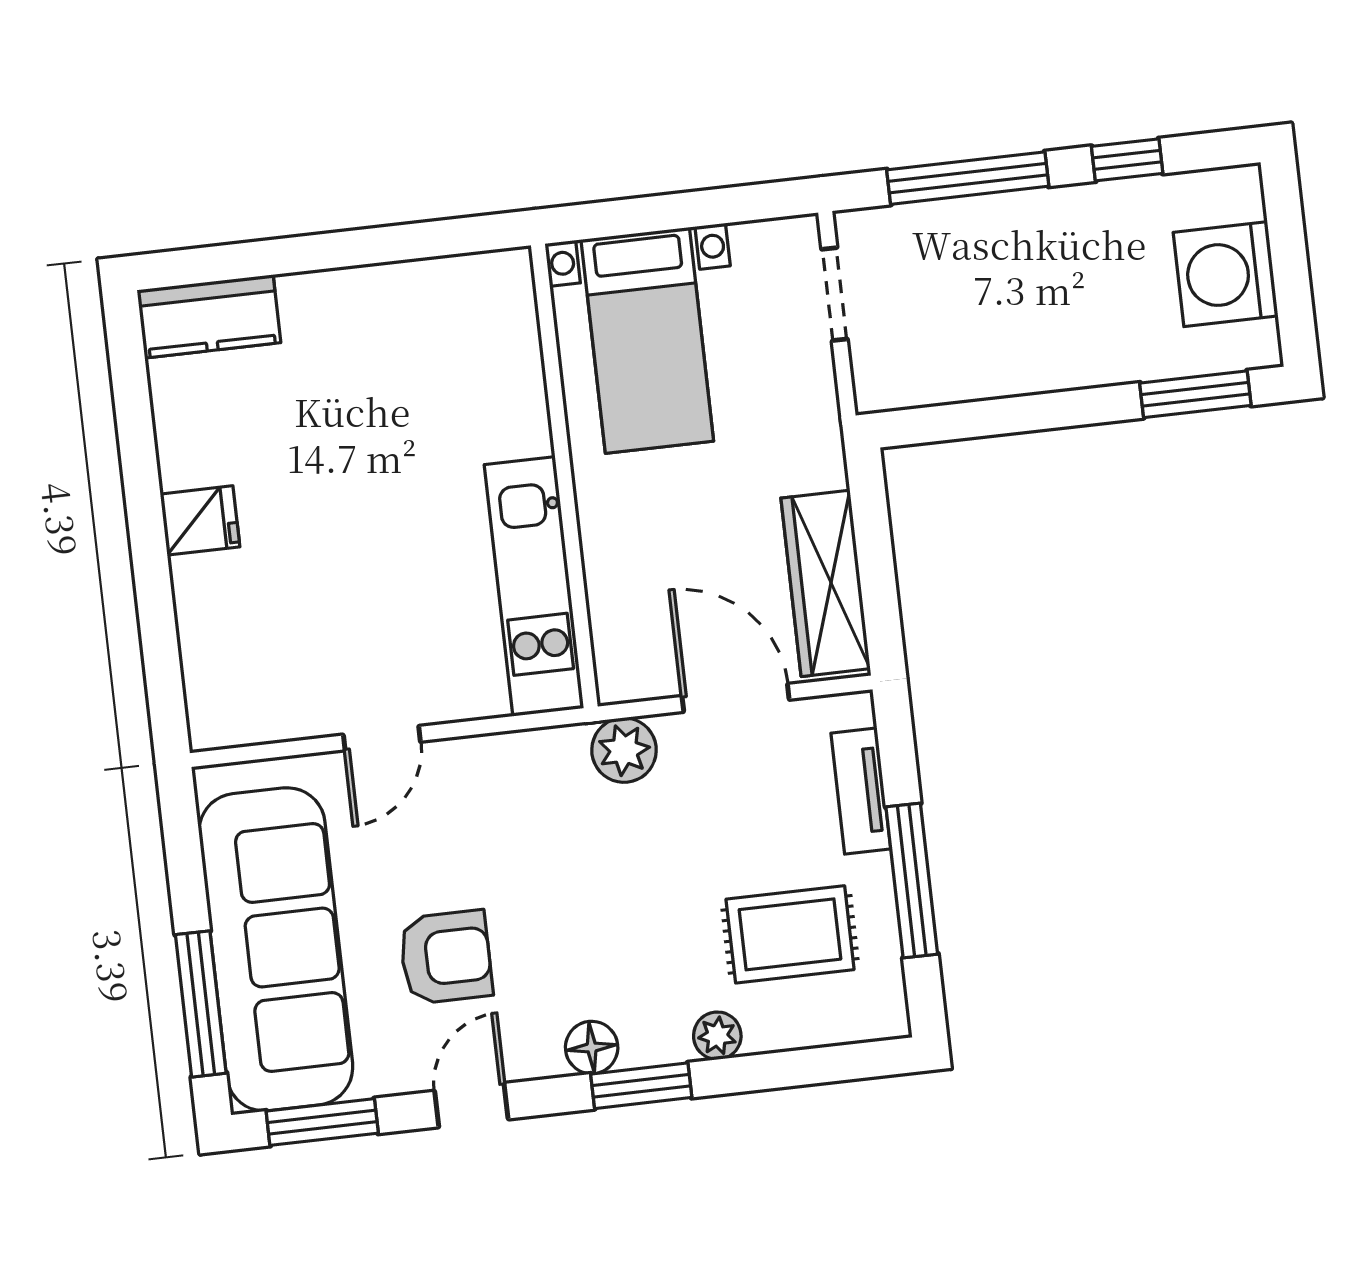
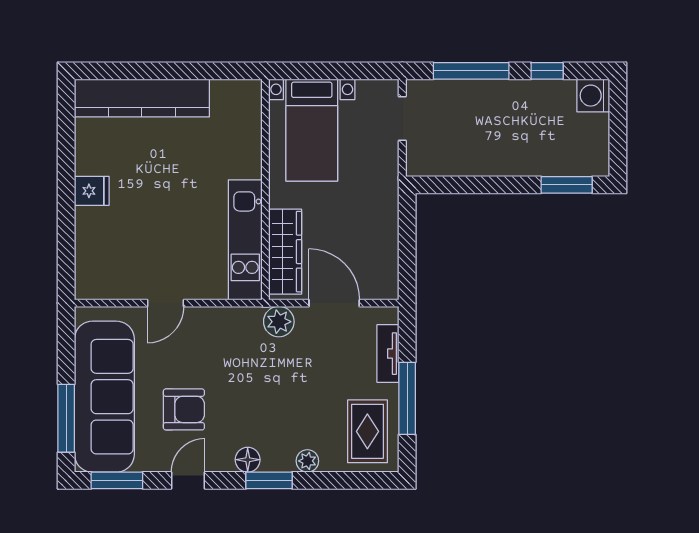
washing machine: (1226, 274) -> (593, 96), moved, width x0.73, depth x0.73
kitchen counter: (209, 316) -> (142, 98), width x2.08, depth x1.17
wardrobe: (826, 583) -> (285, 252), moved, turned 180
rug: (790, 934) -> (367, 431), moved, turned 90

